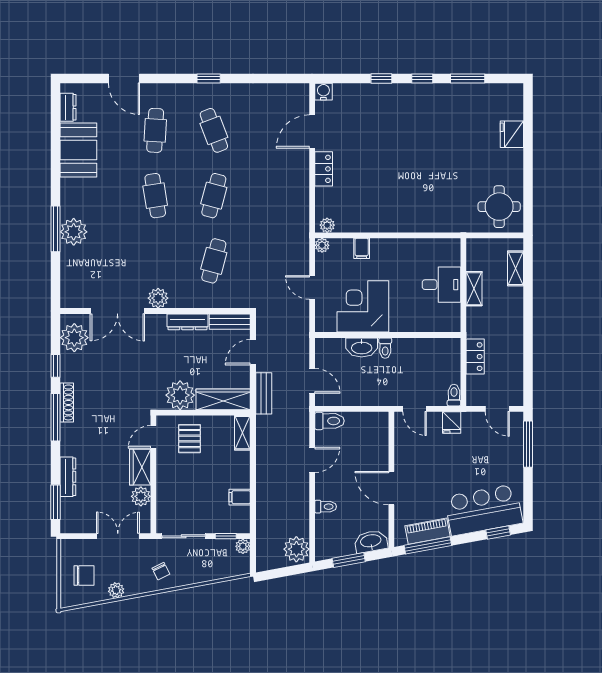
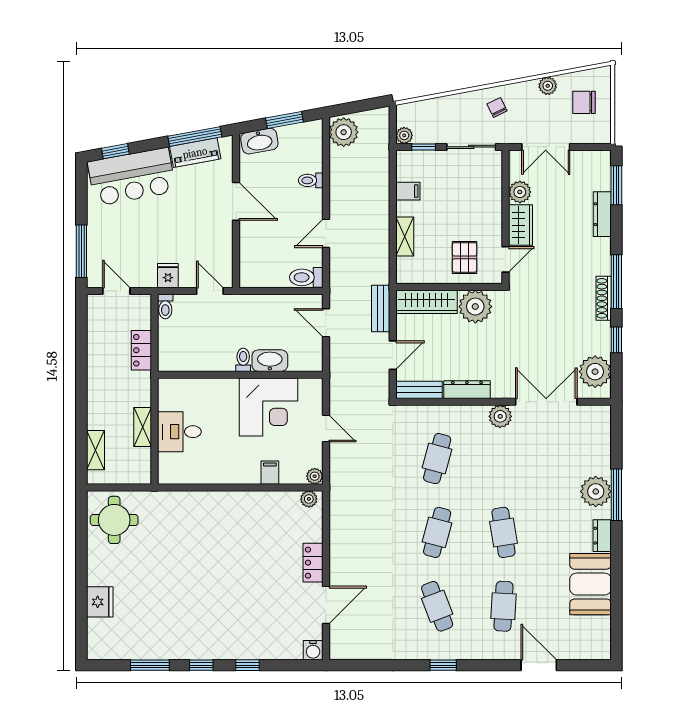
dresser: (68, 107) -> (602, 536), moved
shelving: (242, 433) -> (405, 236), moved

